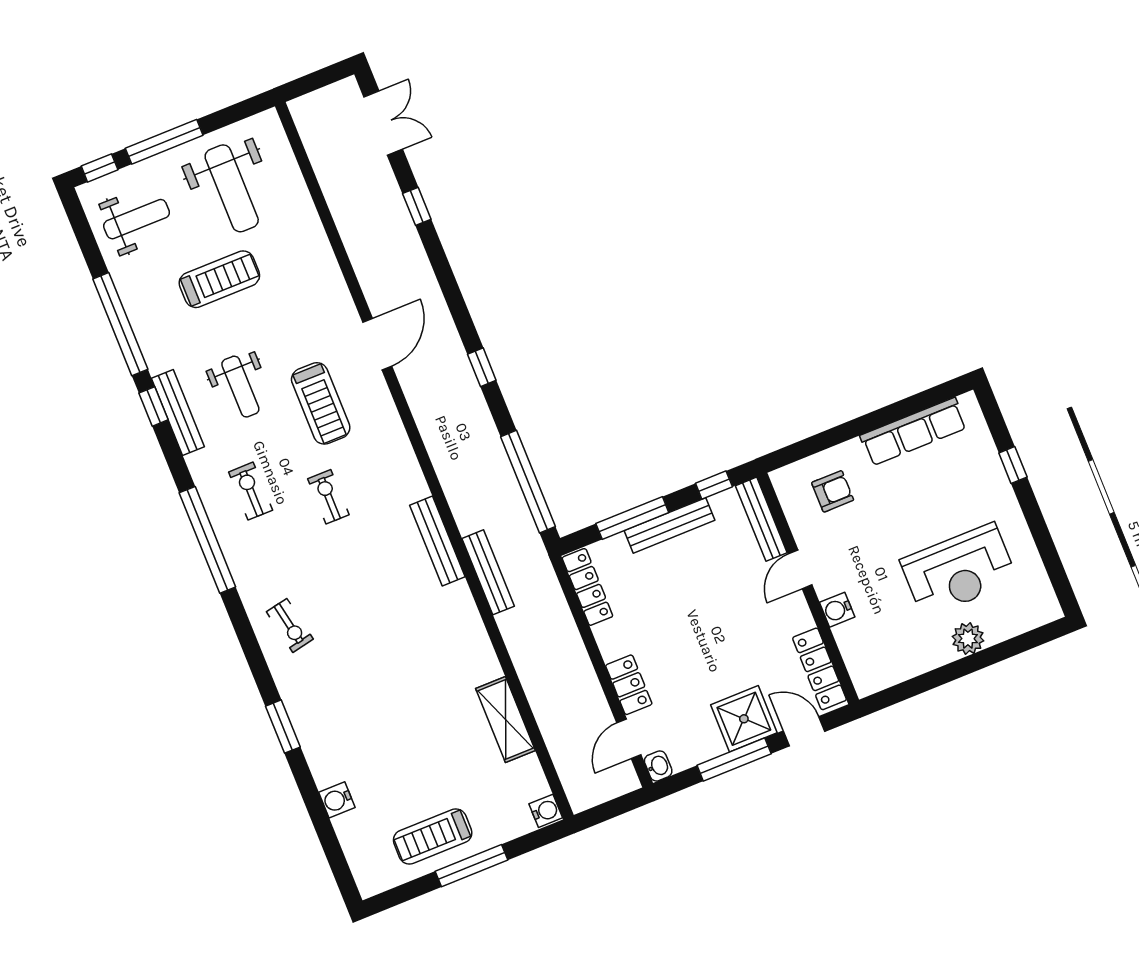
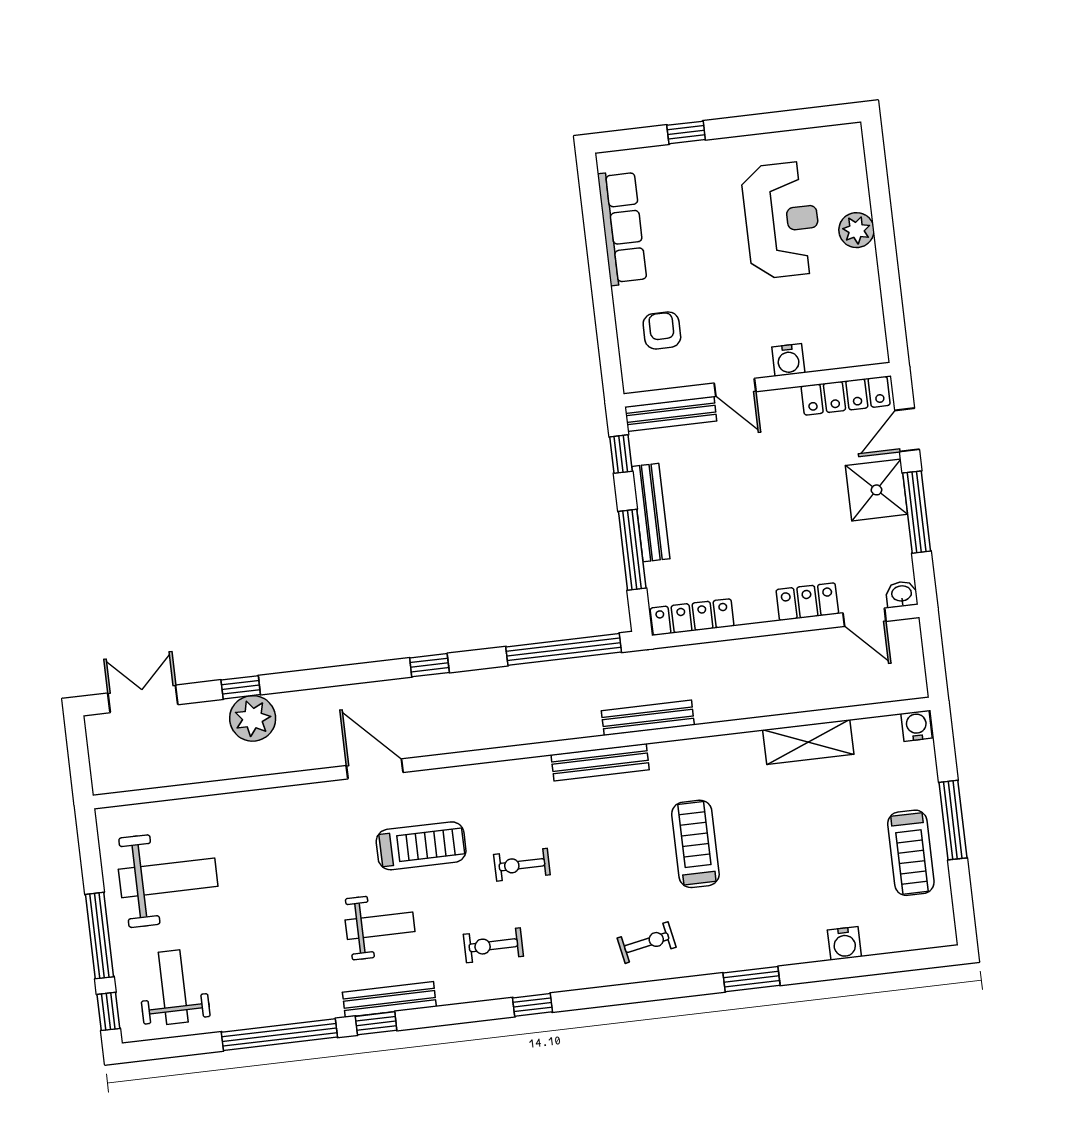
plant: (392, 224) -> (253, 718), added
treadmill: (219, 279) -> (695, 844), moved
window: (207, 540) -> (532, 1005), width x0.32

